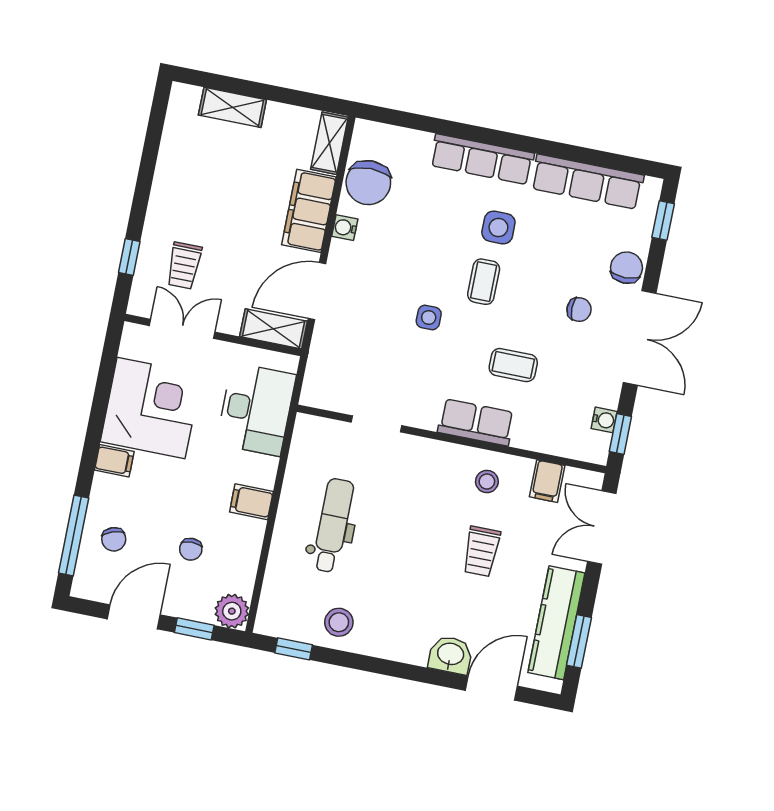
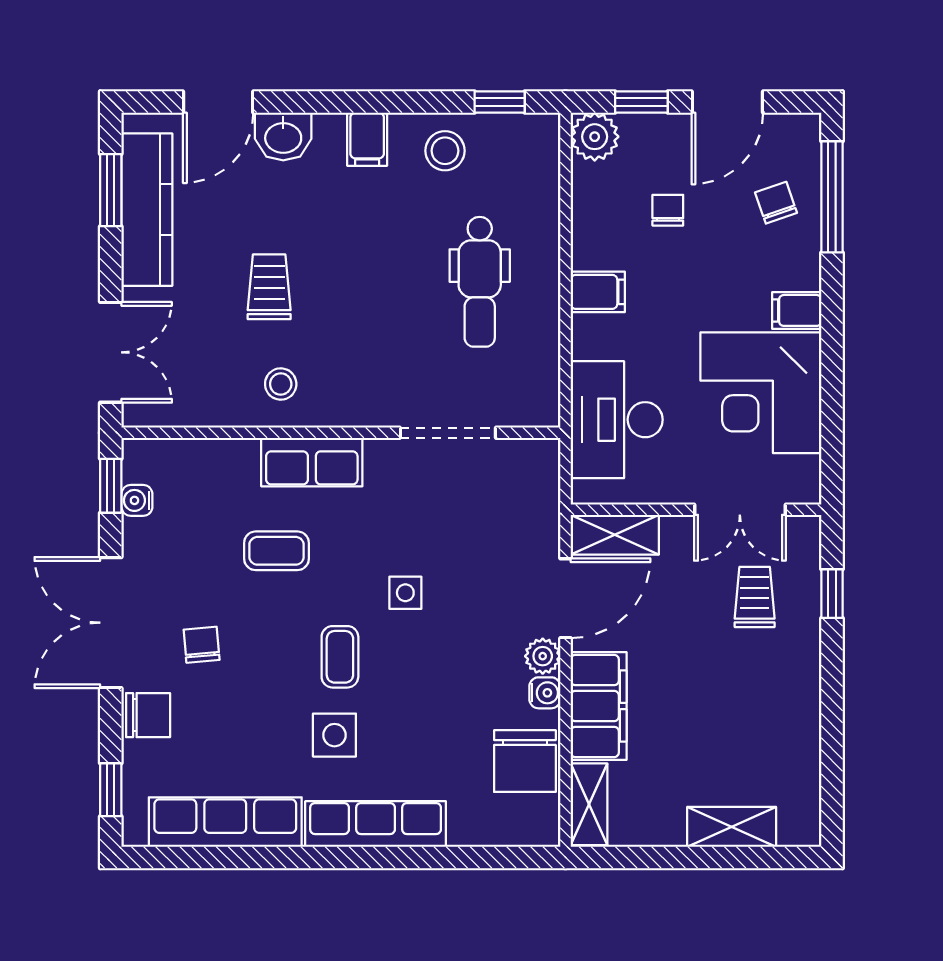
chair: (368, 183) -> (525, 761), turned 180
plant: (341, 254) -> (543, 656), added
chair: (626, 268) -> (148, 715), turned -90
chair: (579, 310) -> (202, 645), turned 85
doorway: (376, 424) -> (448, 433), width x1.38
filing cabinet: (547, 481) -> (367, 139), moved, turned 180

